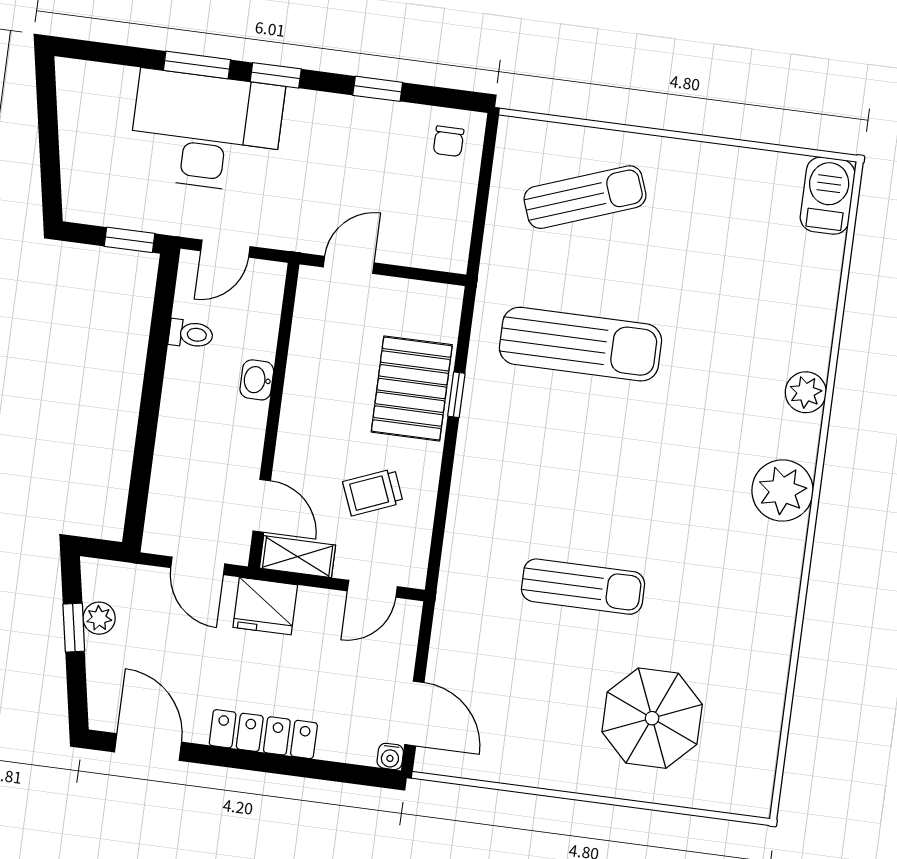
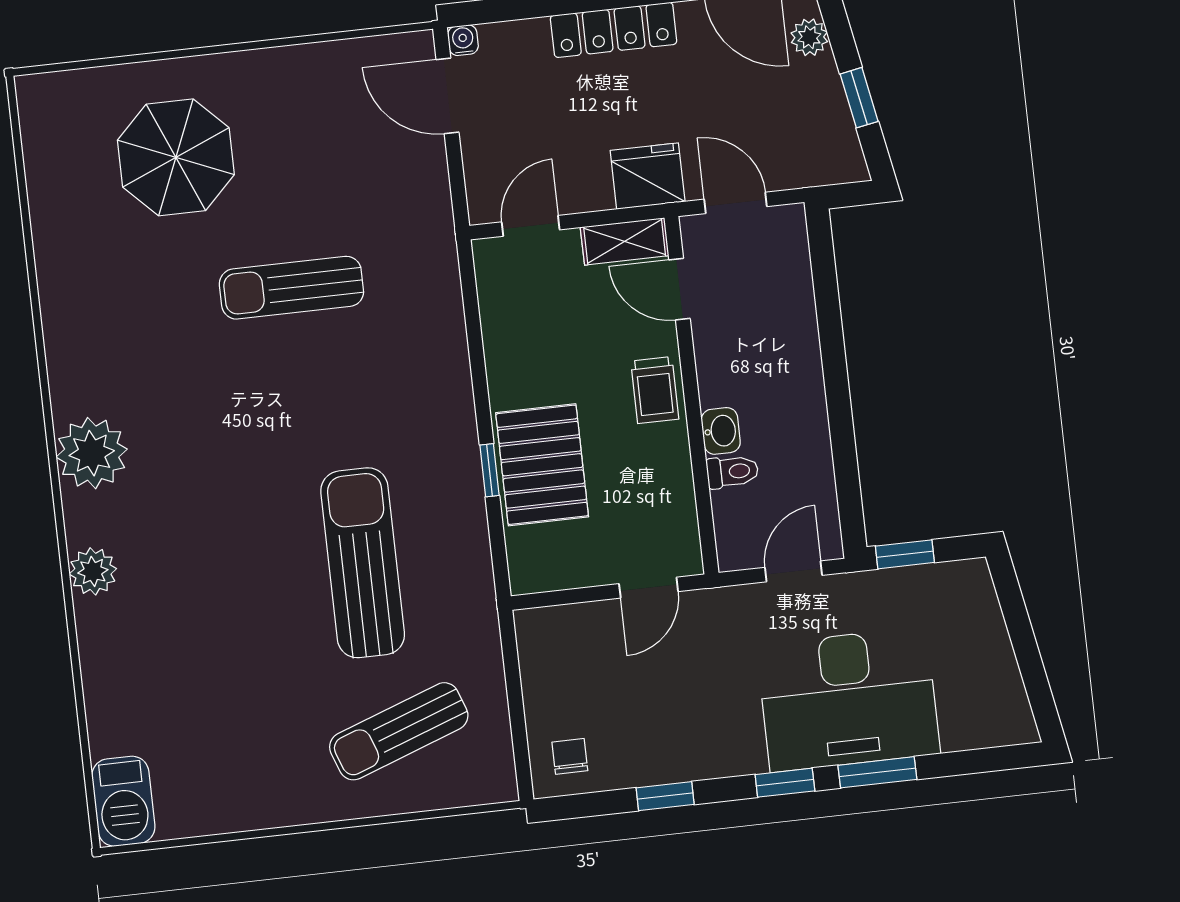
toilet: (191, 334) -> (732, 472), moved, turned 180
sun lounger: (580, 344) -> (363, 563), turned 90
trolley: (373, 492) -> (655, 390), moved, turned 112
plant: (99, 618) -> (809, 37), moved

